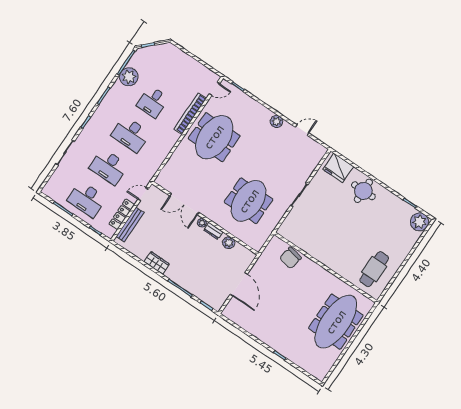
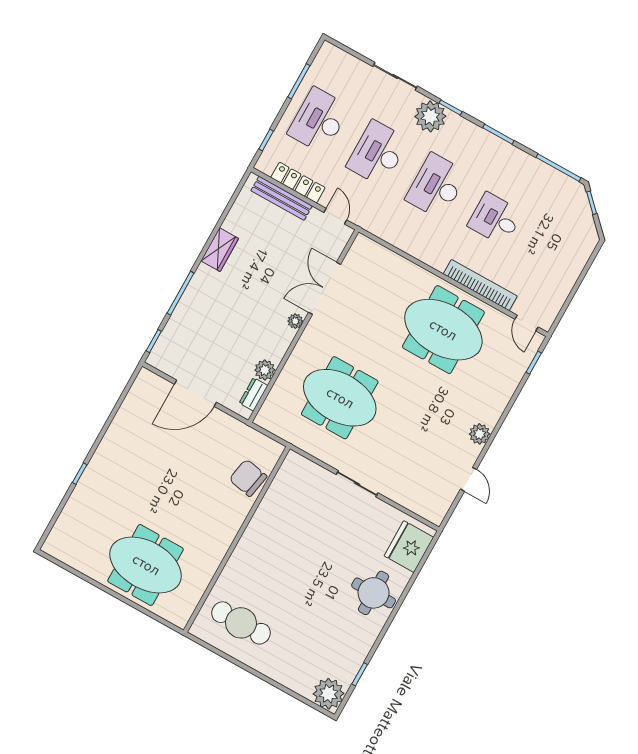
plant: (129, 77) -> (430, 116), moved
dresser: (213, 231) -> (253, 394), moved
meeting table: (336, 322) -> (146, 565), width x0.73

